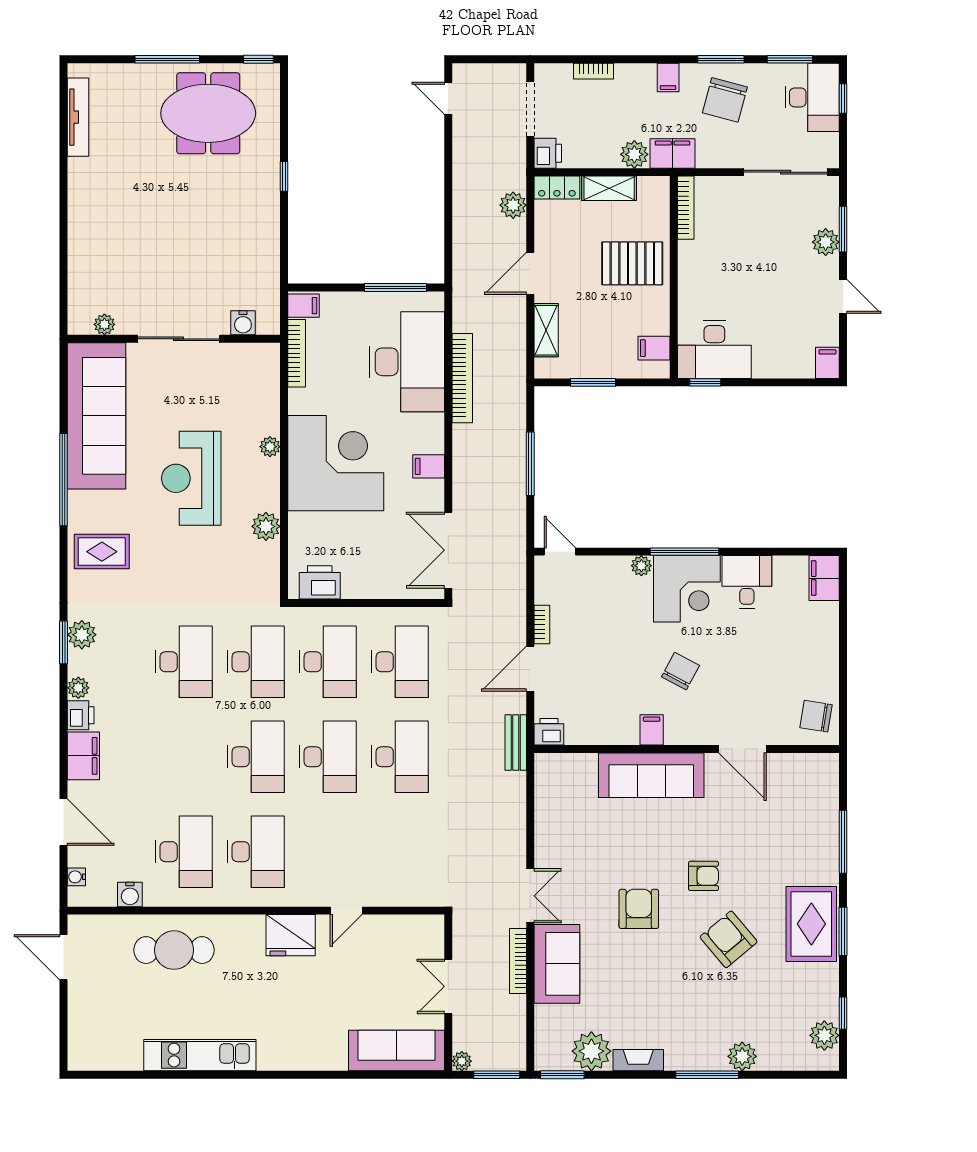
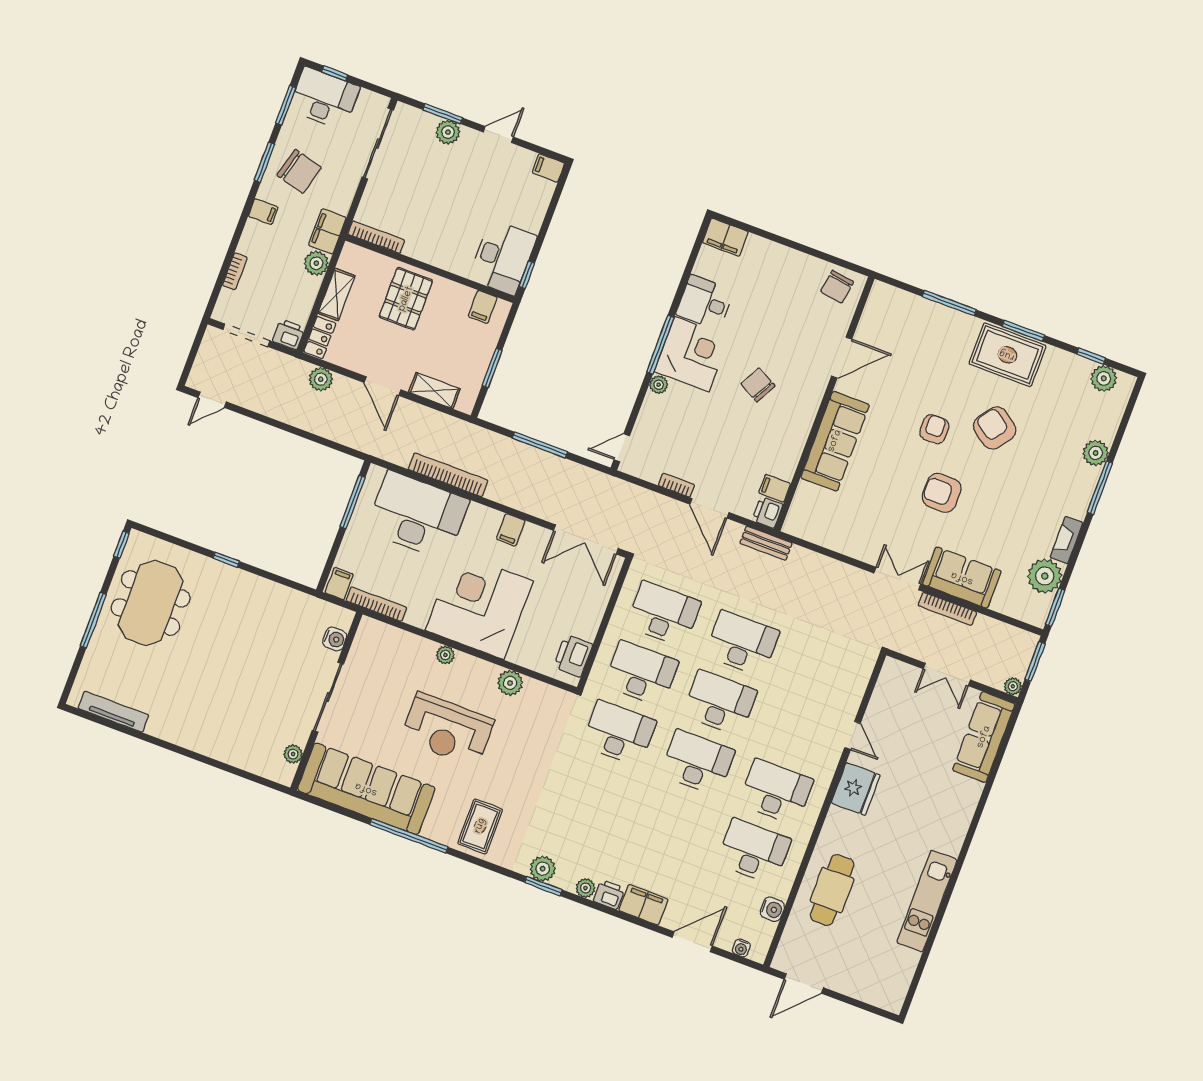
desk: (184, 662) -> (597, 793), removed
filing cabinet: (652, 730) -> (775, 488), moved
armchair: (729, 939) -> (995, 428), turned 76

